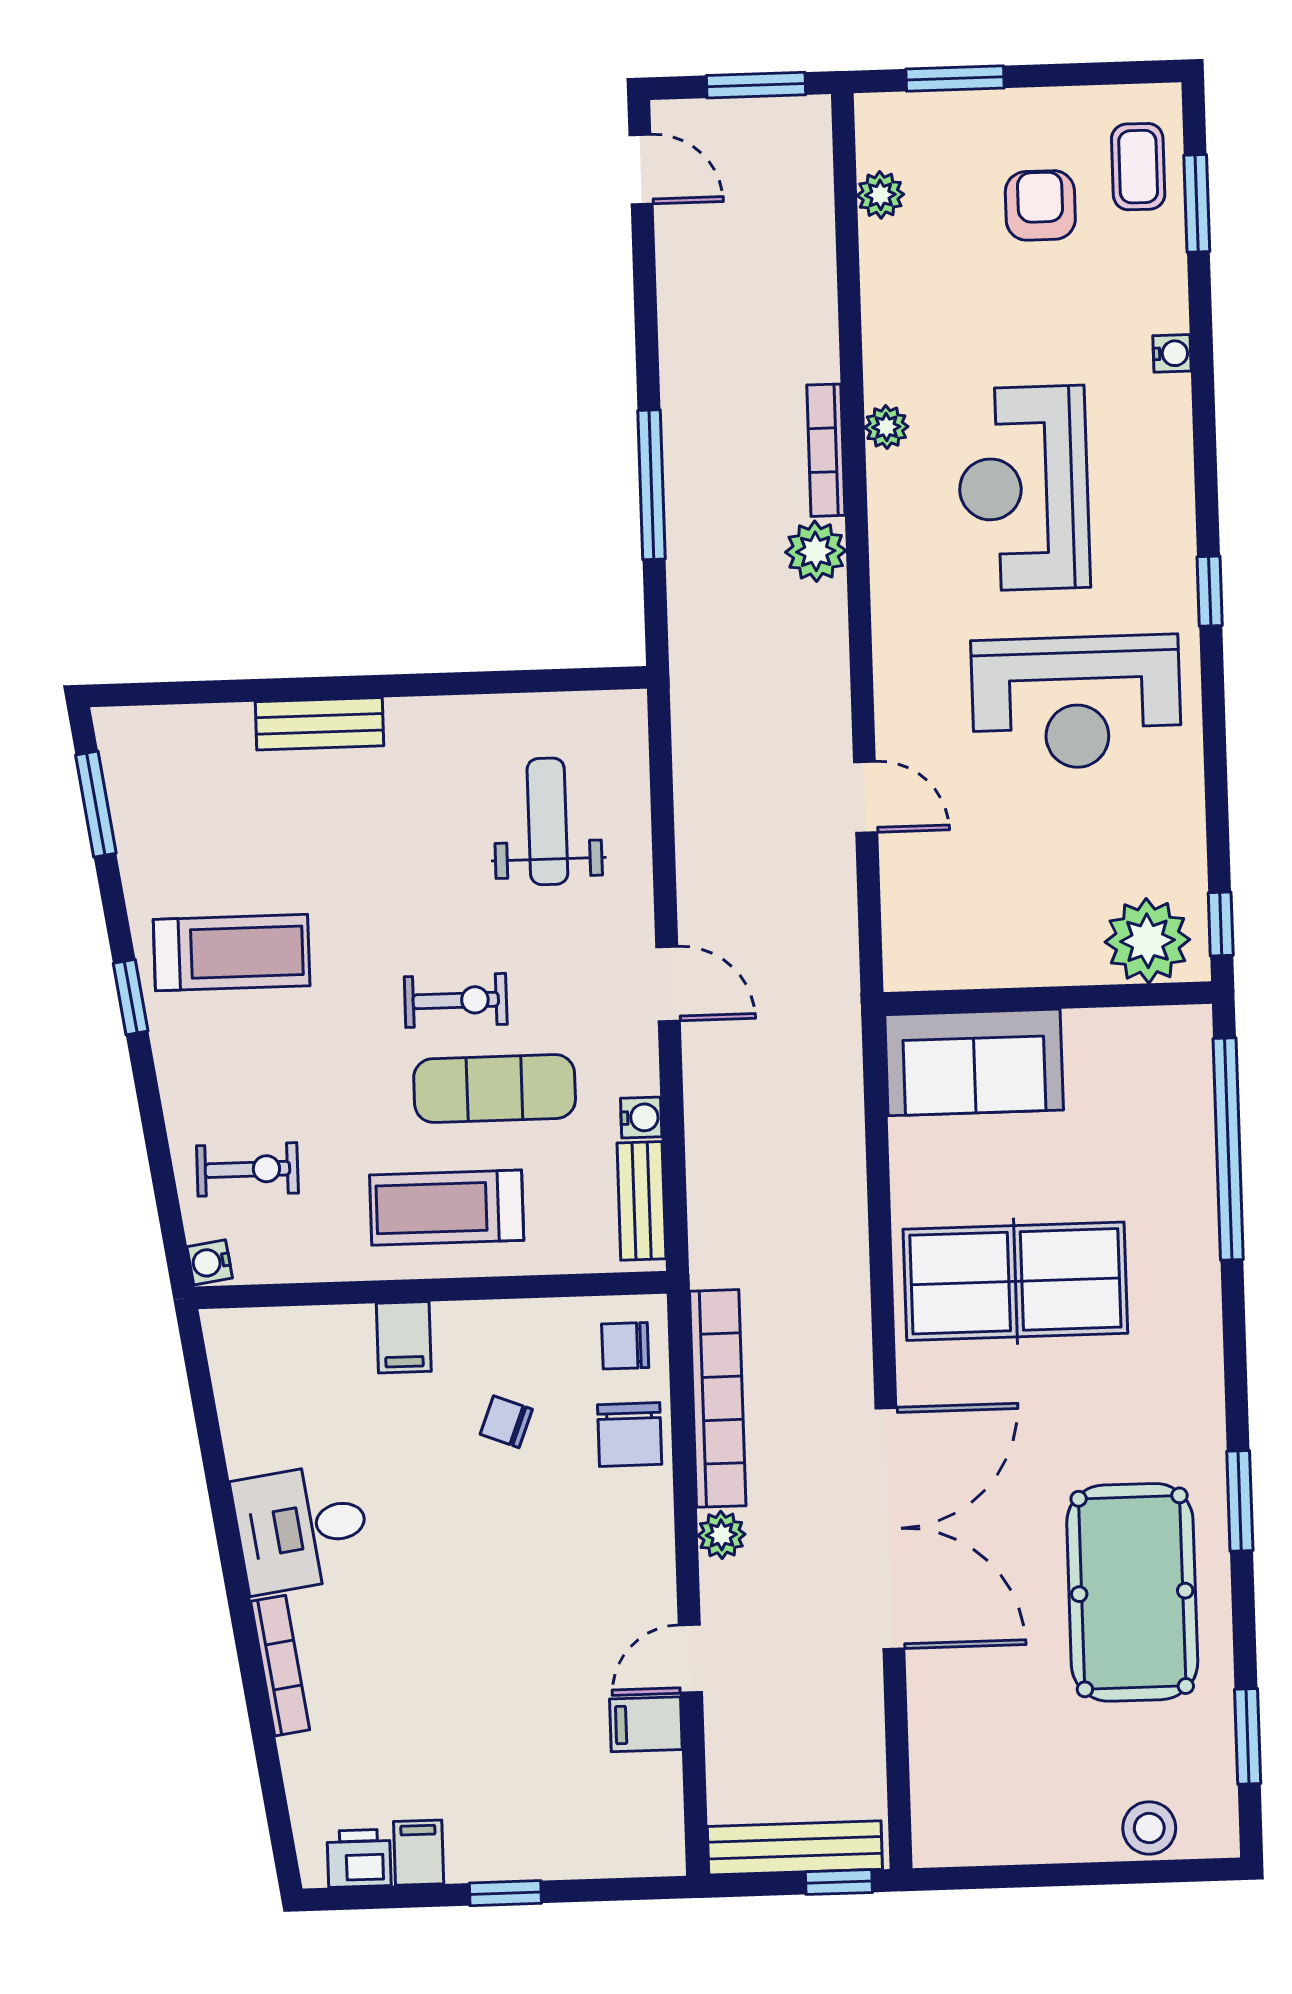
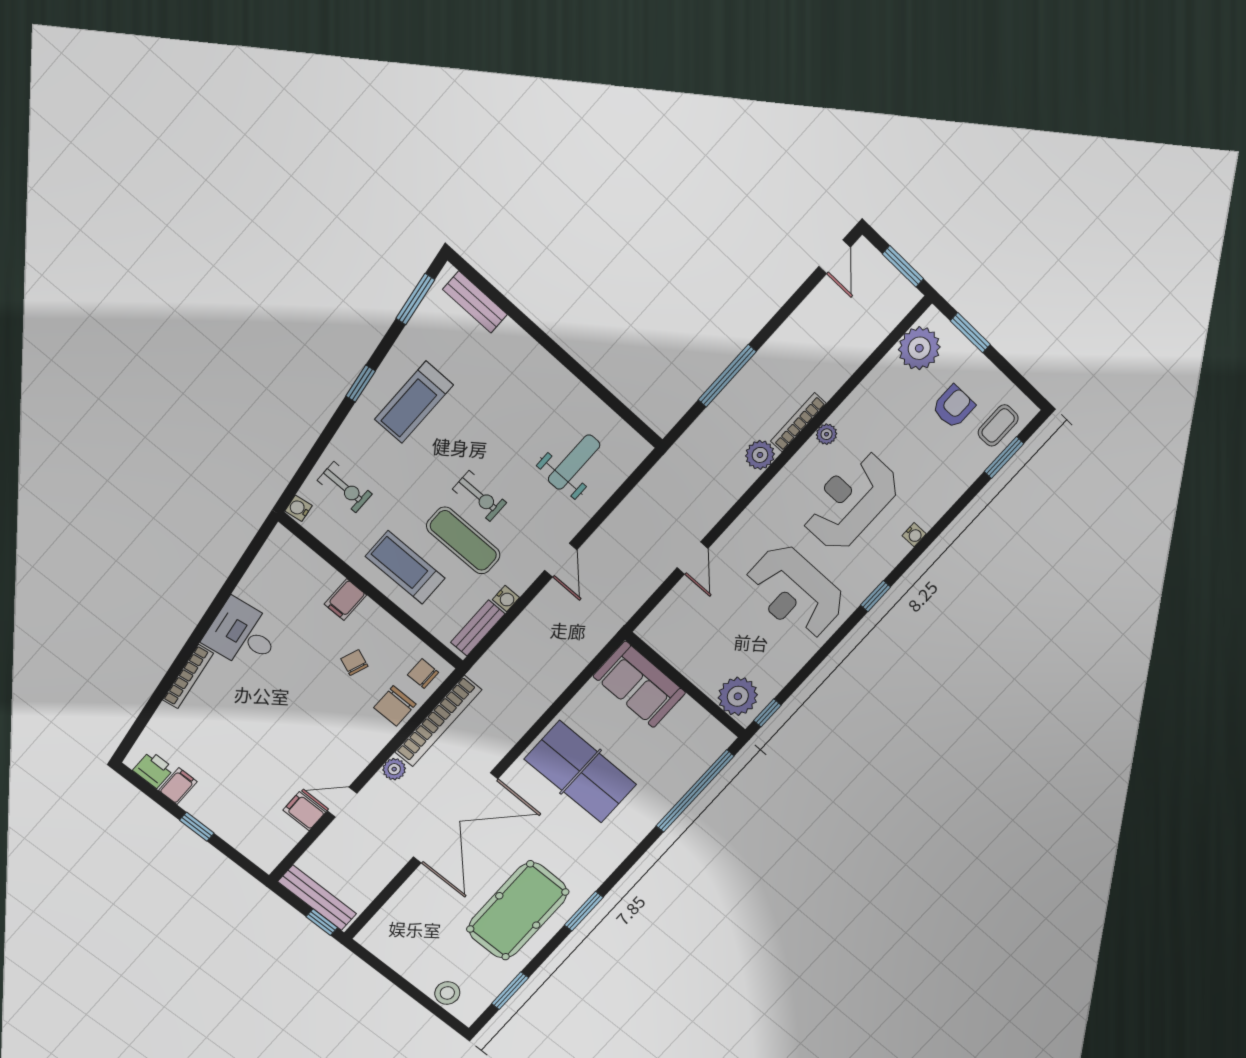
plant: (880, 195) -> (919, 348), width x1.88, depth x1.88
water cooler: (1172, 353) -> (914, 535), moved
bench: (320, 724) -> (475, 302), moved
treadmill: (232, 953) -> (414, 402), turned 90

